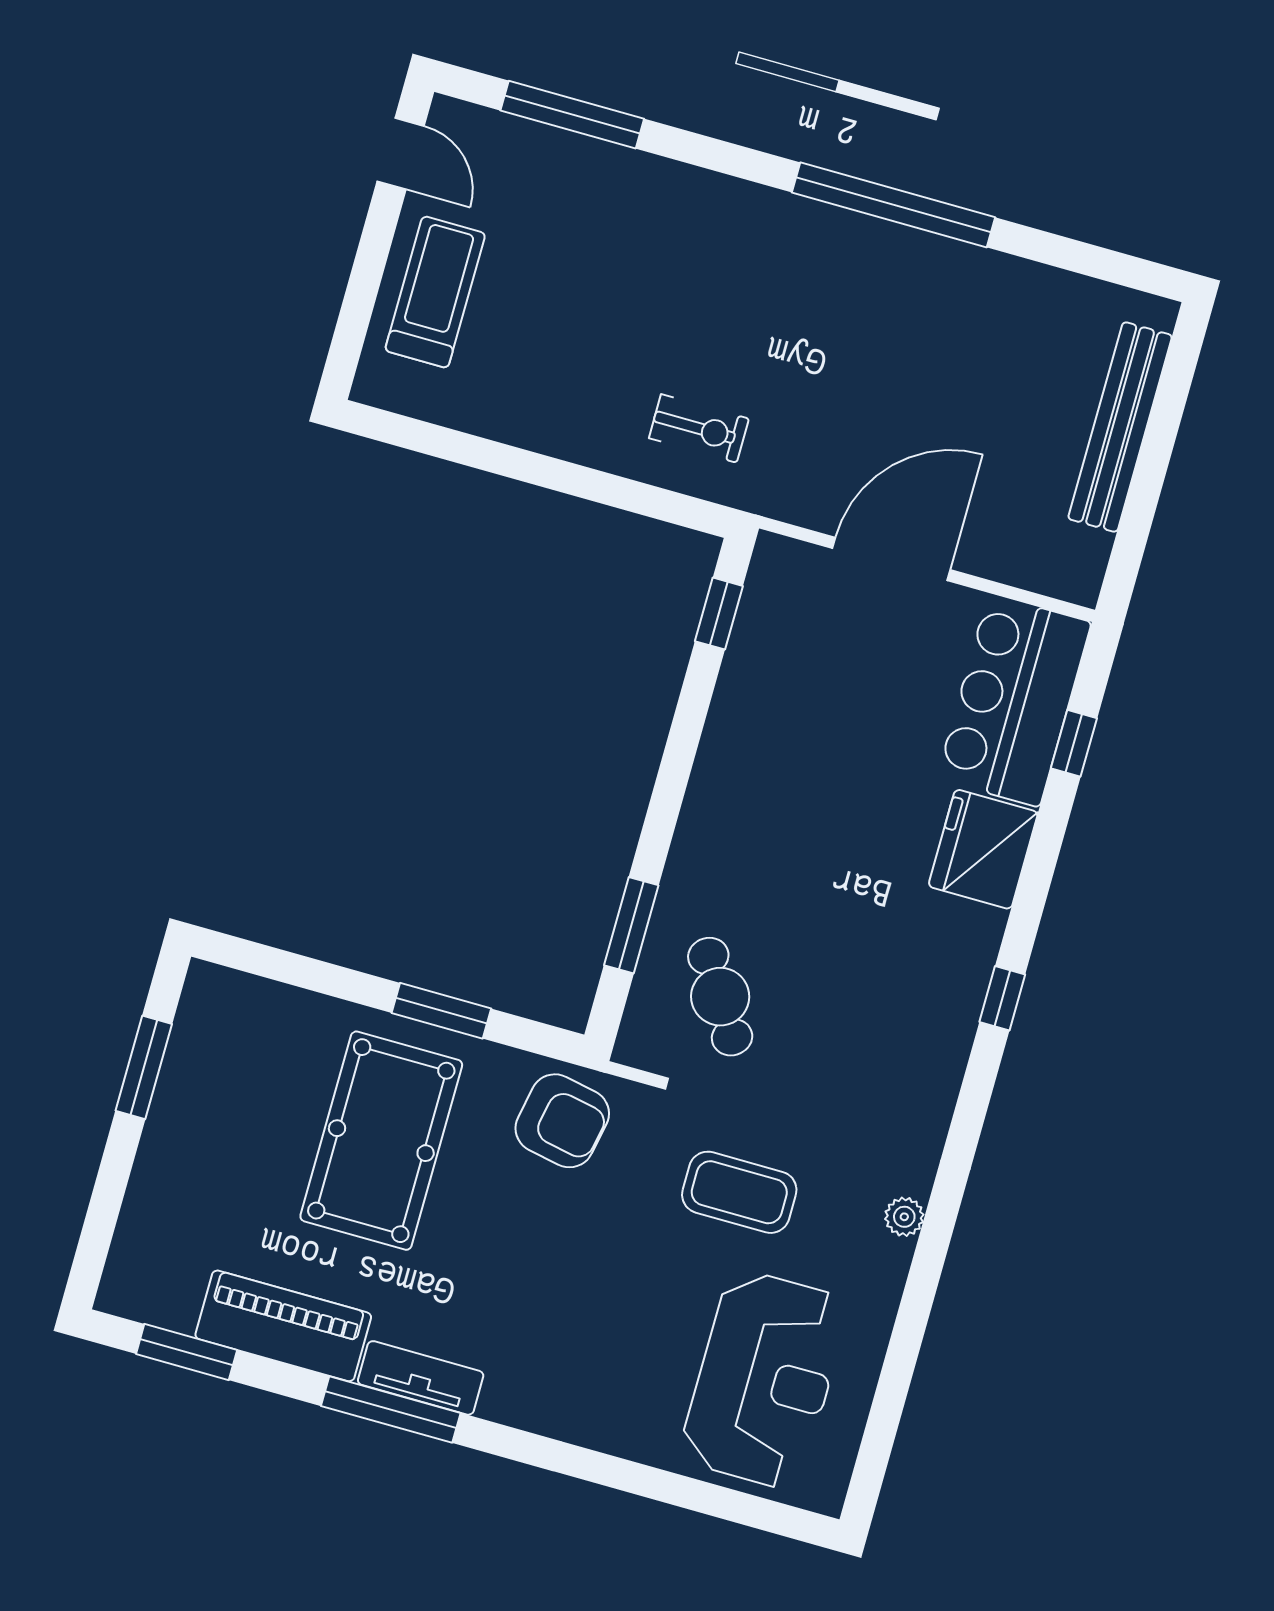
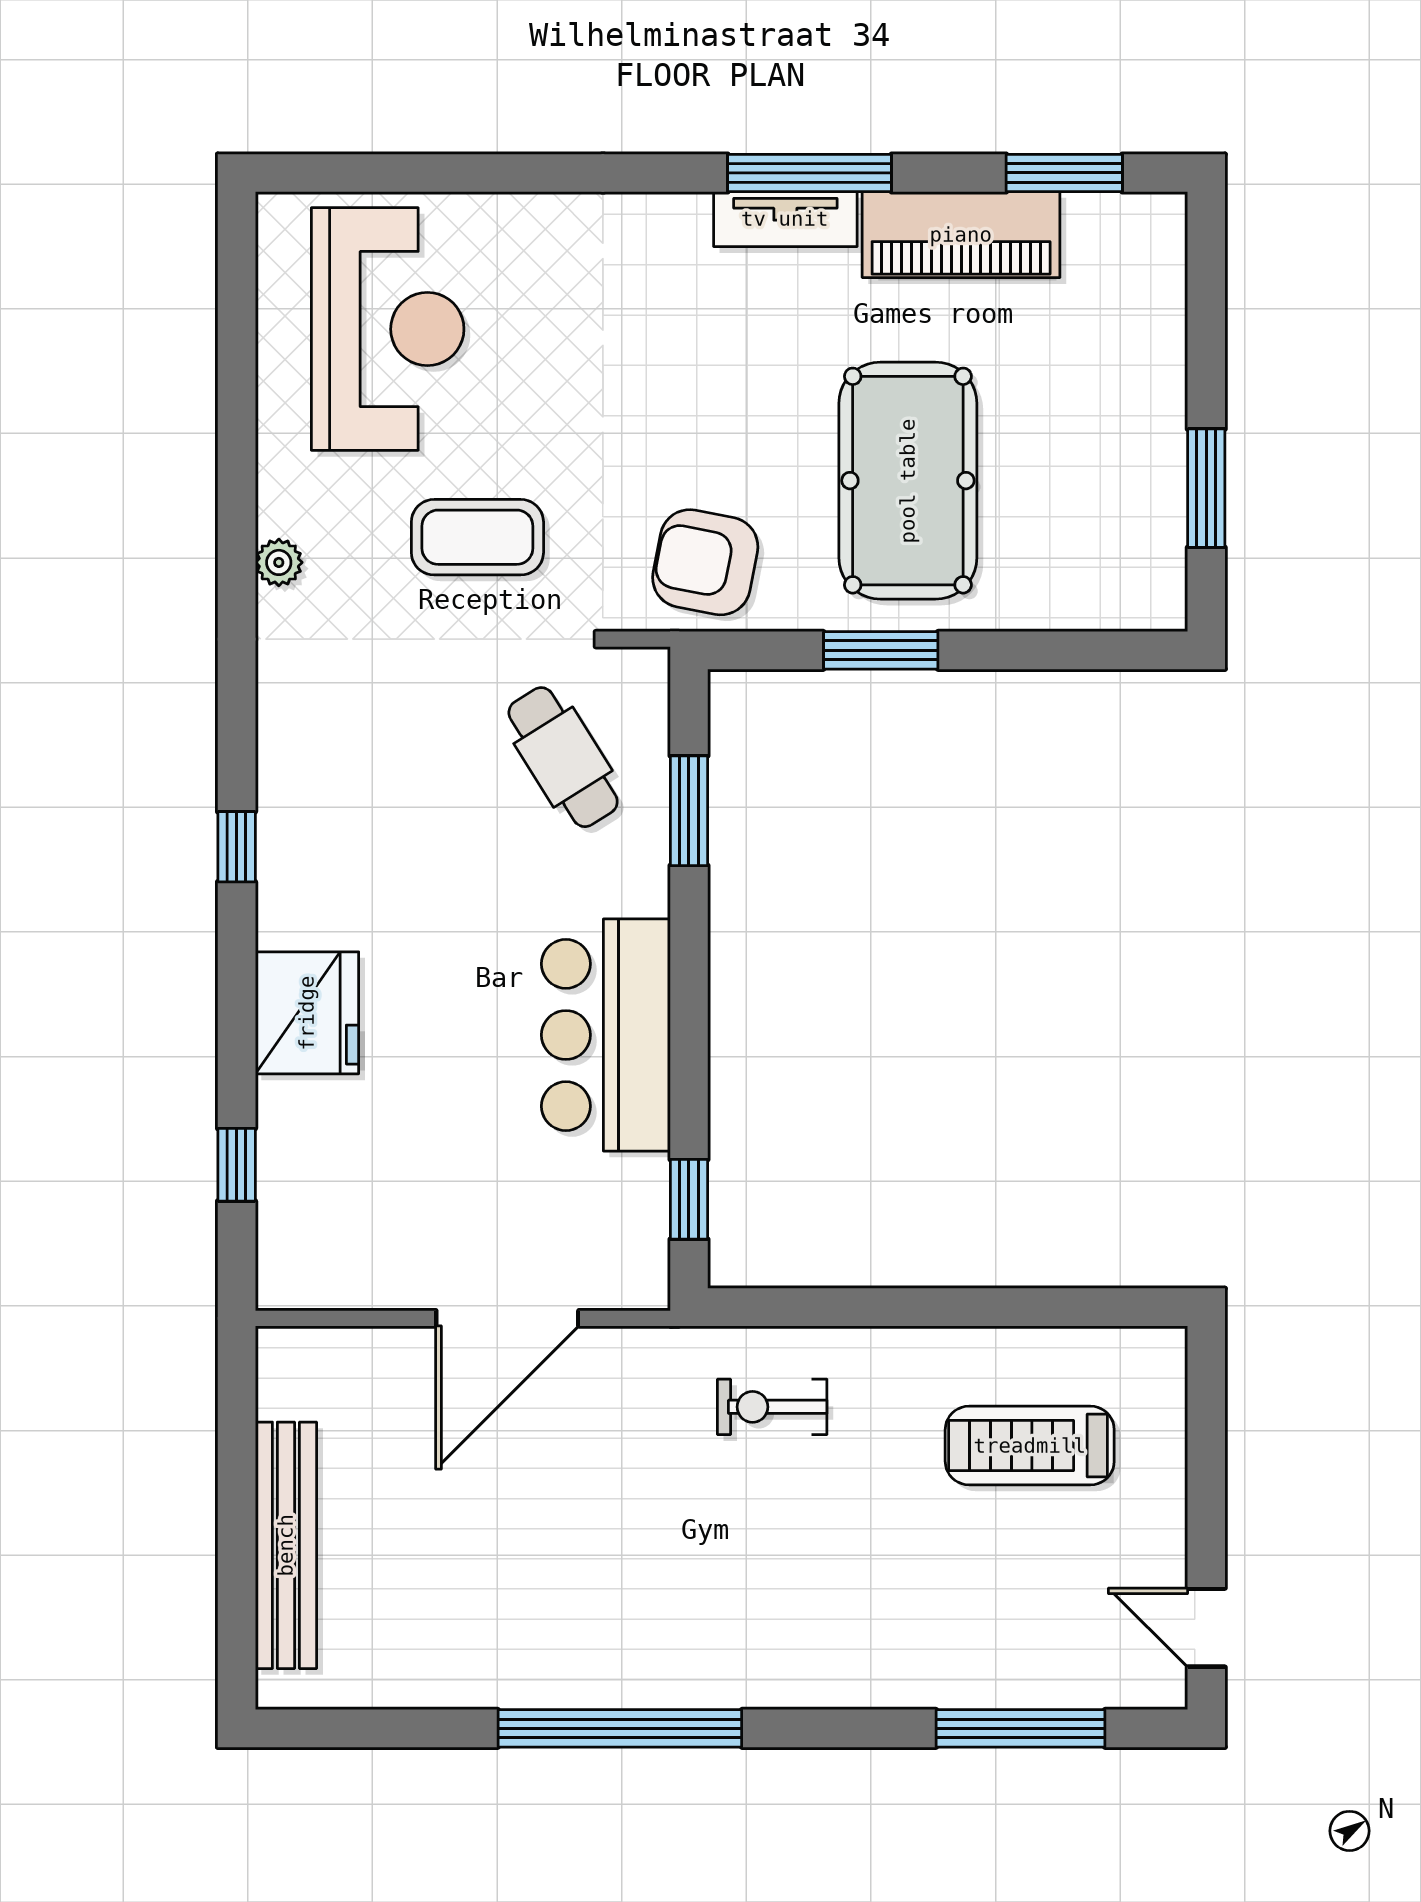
treadmill: (435, 292) -> (1030, 1446), moved, turned 90
bar counter: (1014, 700) -> (606, 1035), moved, turned 180
reception desk: (764, 1379) -> (388, 329), turned 180

